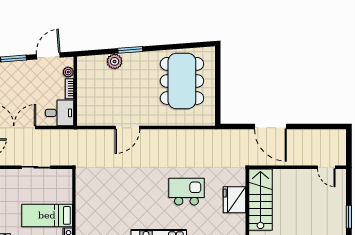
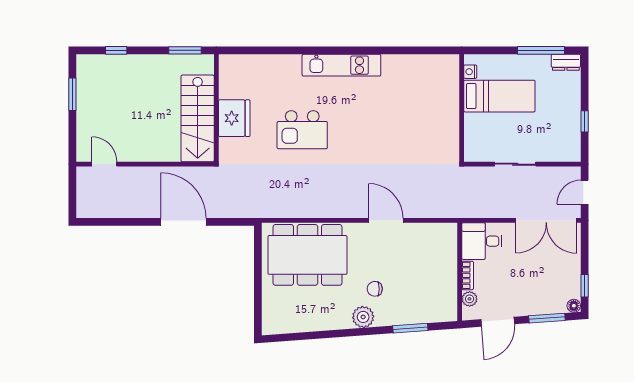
window: (130, 50) -> (410, 328), moved
plant: (115, 61) -> (363, 317), moved
chair: (135, 79) -> (375, 289), added
dining table: (182, 81) -> (307, 255), moved, turned 90
door: (127, 128) -> (386, 220), hinge flipped

